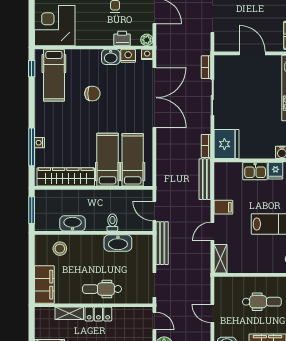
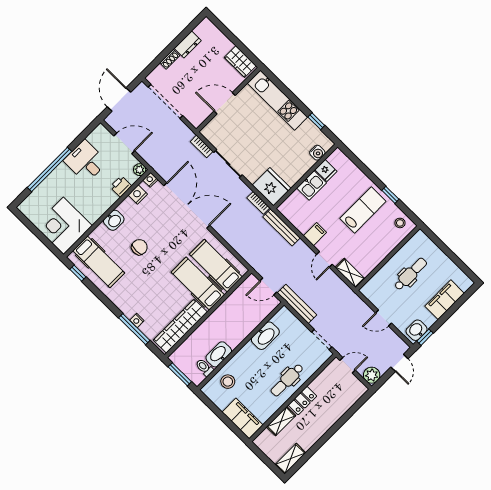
washbasin: (111, 57) -> (114, 220), moved
toilet: (112, 223) -> (204, 367), moved

